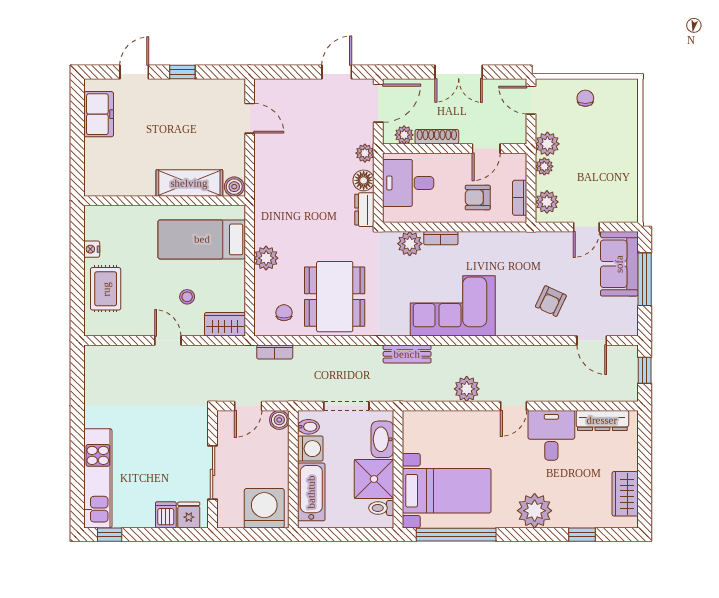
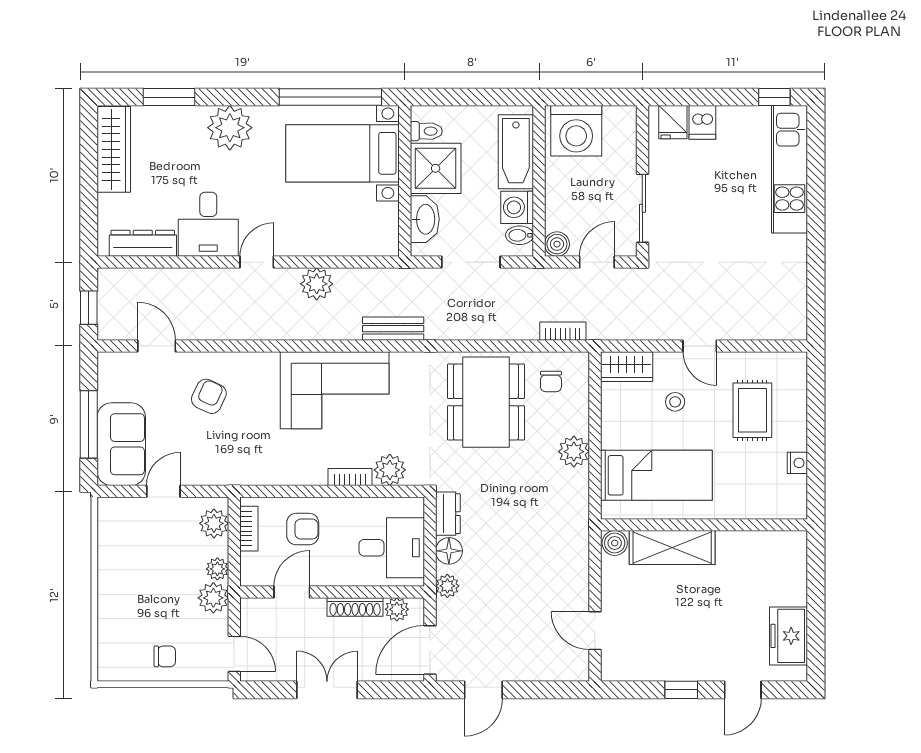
chair: (585, 98) -> (165, 656), turned -90
rug: (106, 289) -> (752, 410), moved
sliding door: (213, 472) -> (642, 208), moved
wardrobe: (625, 494) -> (114, 149), width x1.50
window: (582, 535) -> (169, 97), width x1.50

